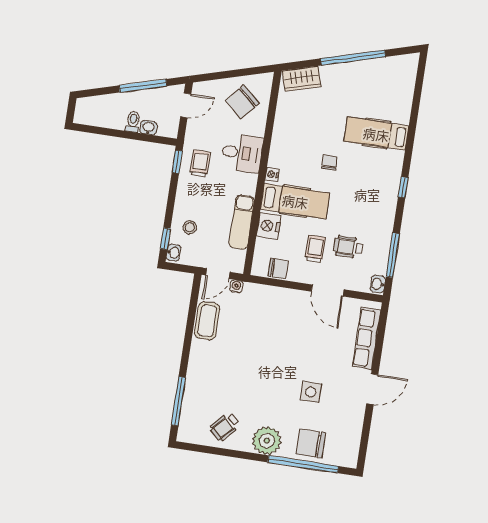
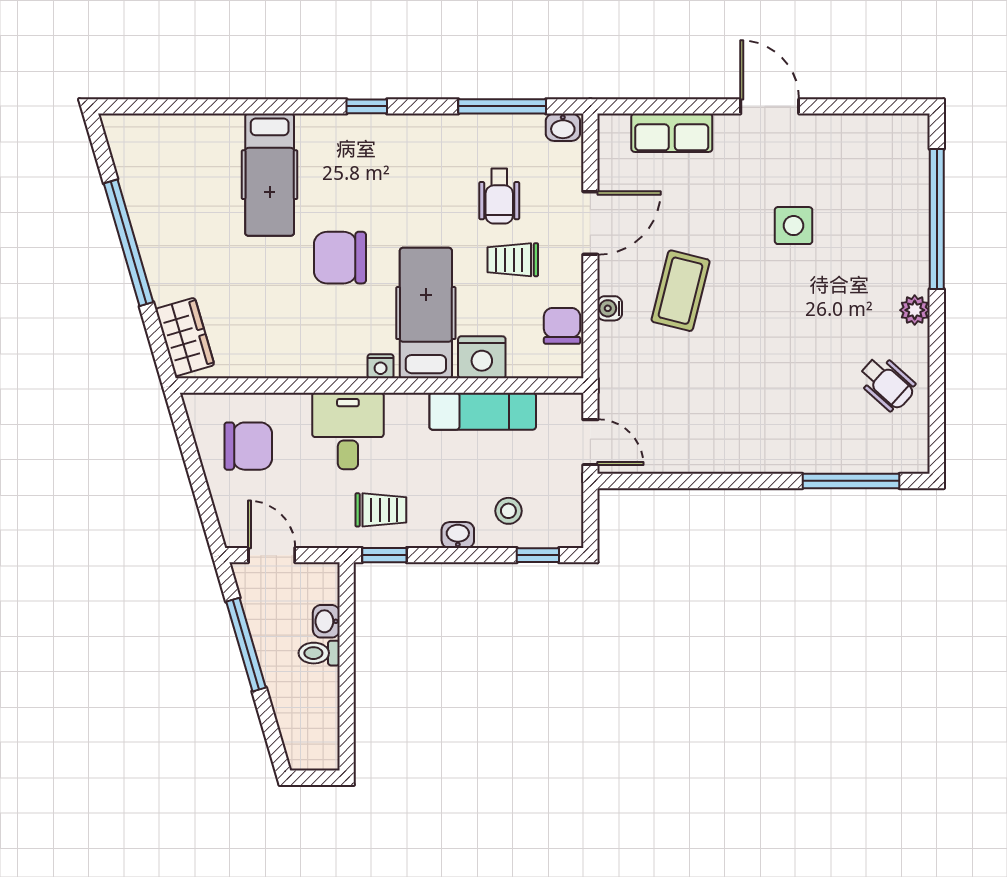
chair: (242, 102) -> (248, 446), turned -41
chair: (329, 162) -> (340, 258), width x1.87, depth x1.87
trolley: (200, 164) -> (381, 510), turned 180
washbasin: (174, 253) -> (458, 535), moved
water cooler: (236, 286) -> (610, 308), moved
coffee table: (207, 321) -> (681, 291), moved, turned -76
row of seats: (367, 338) -> (672, 133), width x0.68
plant: (267, 441) -> (915, 310), width x0.53, depth x0.53
chair: (311, 443) -> (894, 210), removed

